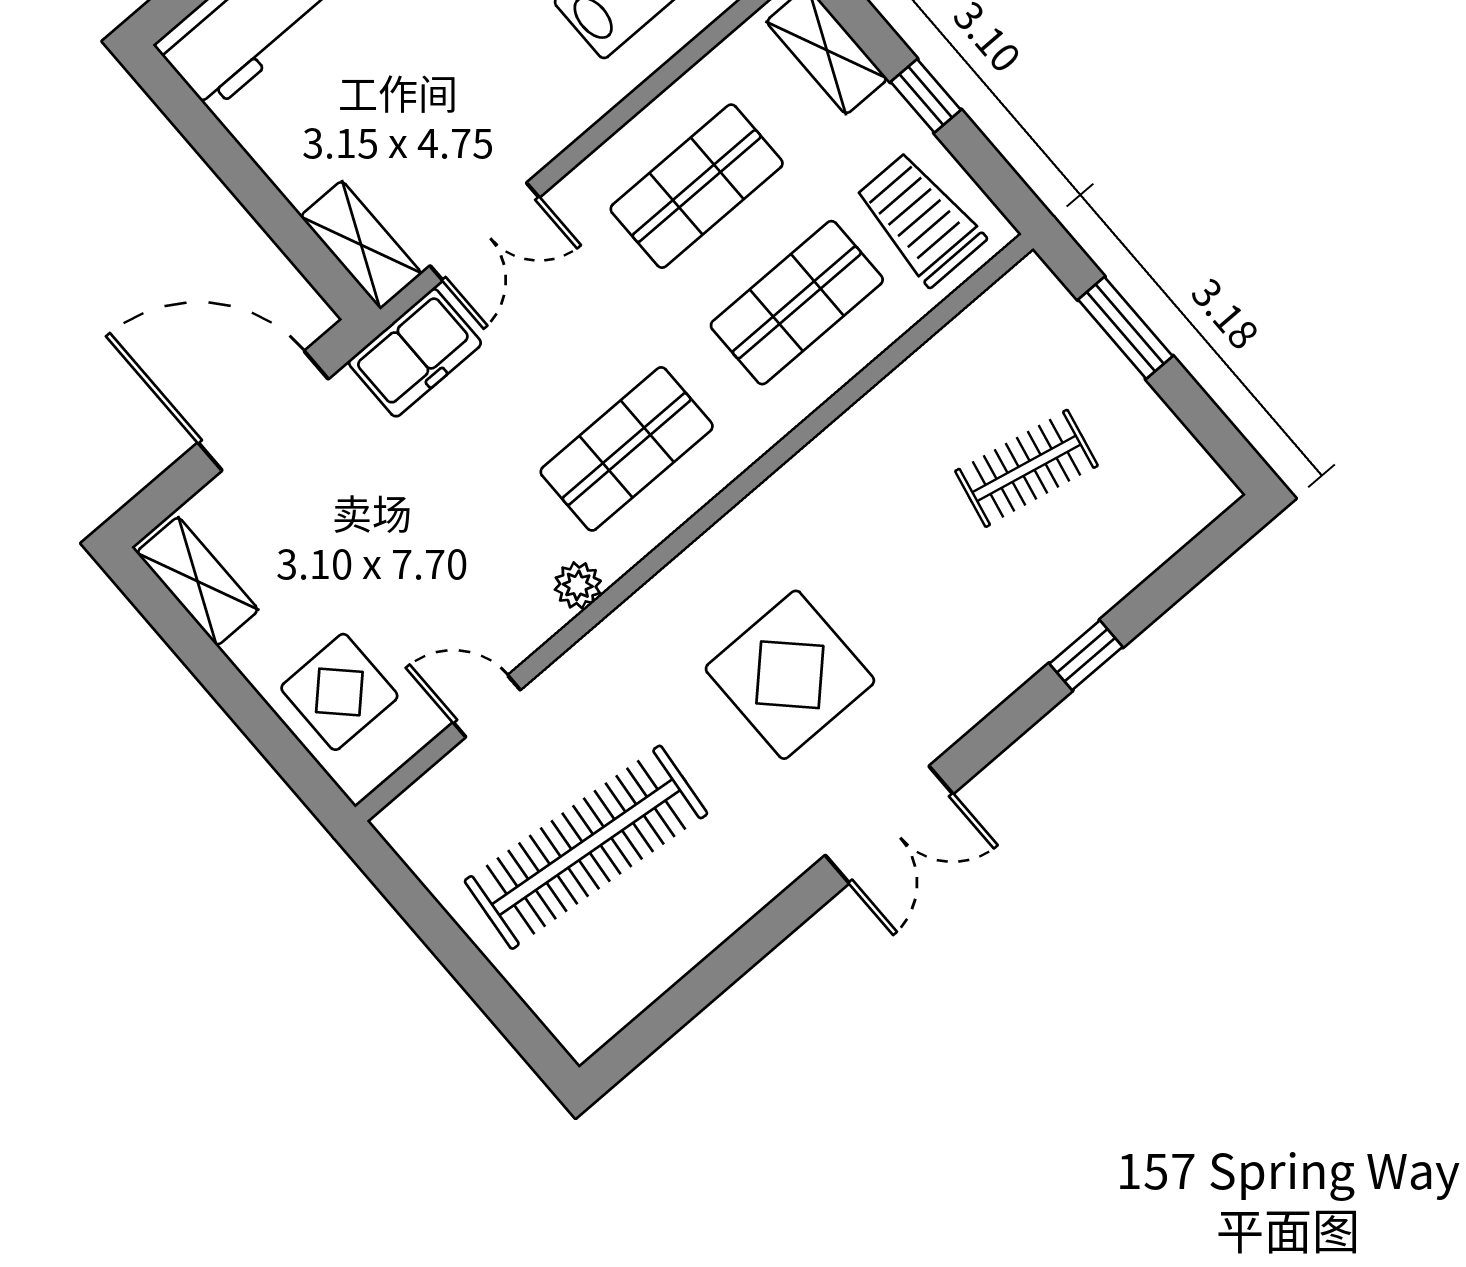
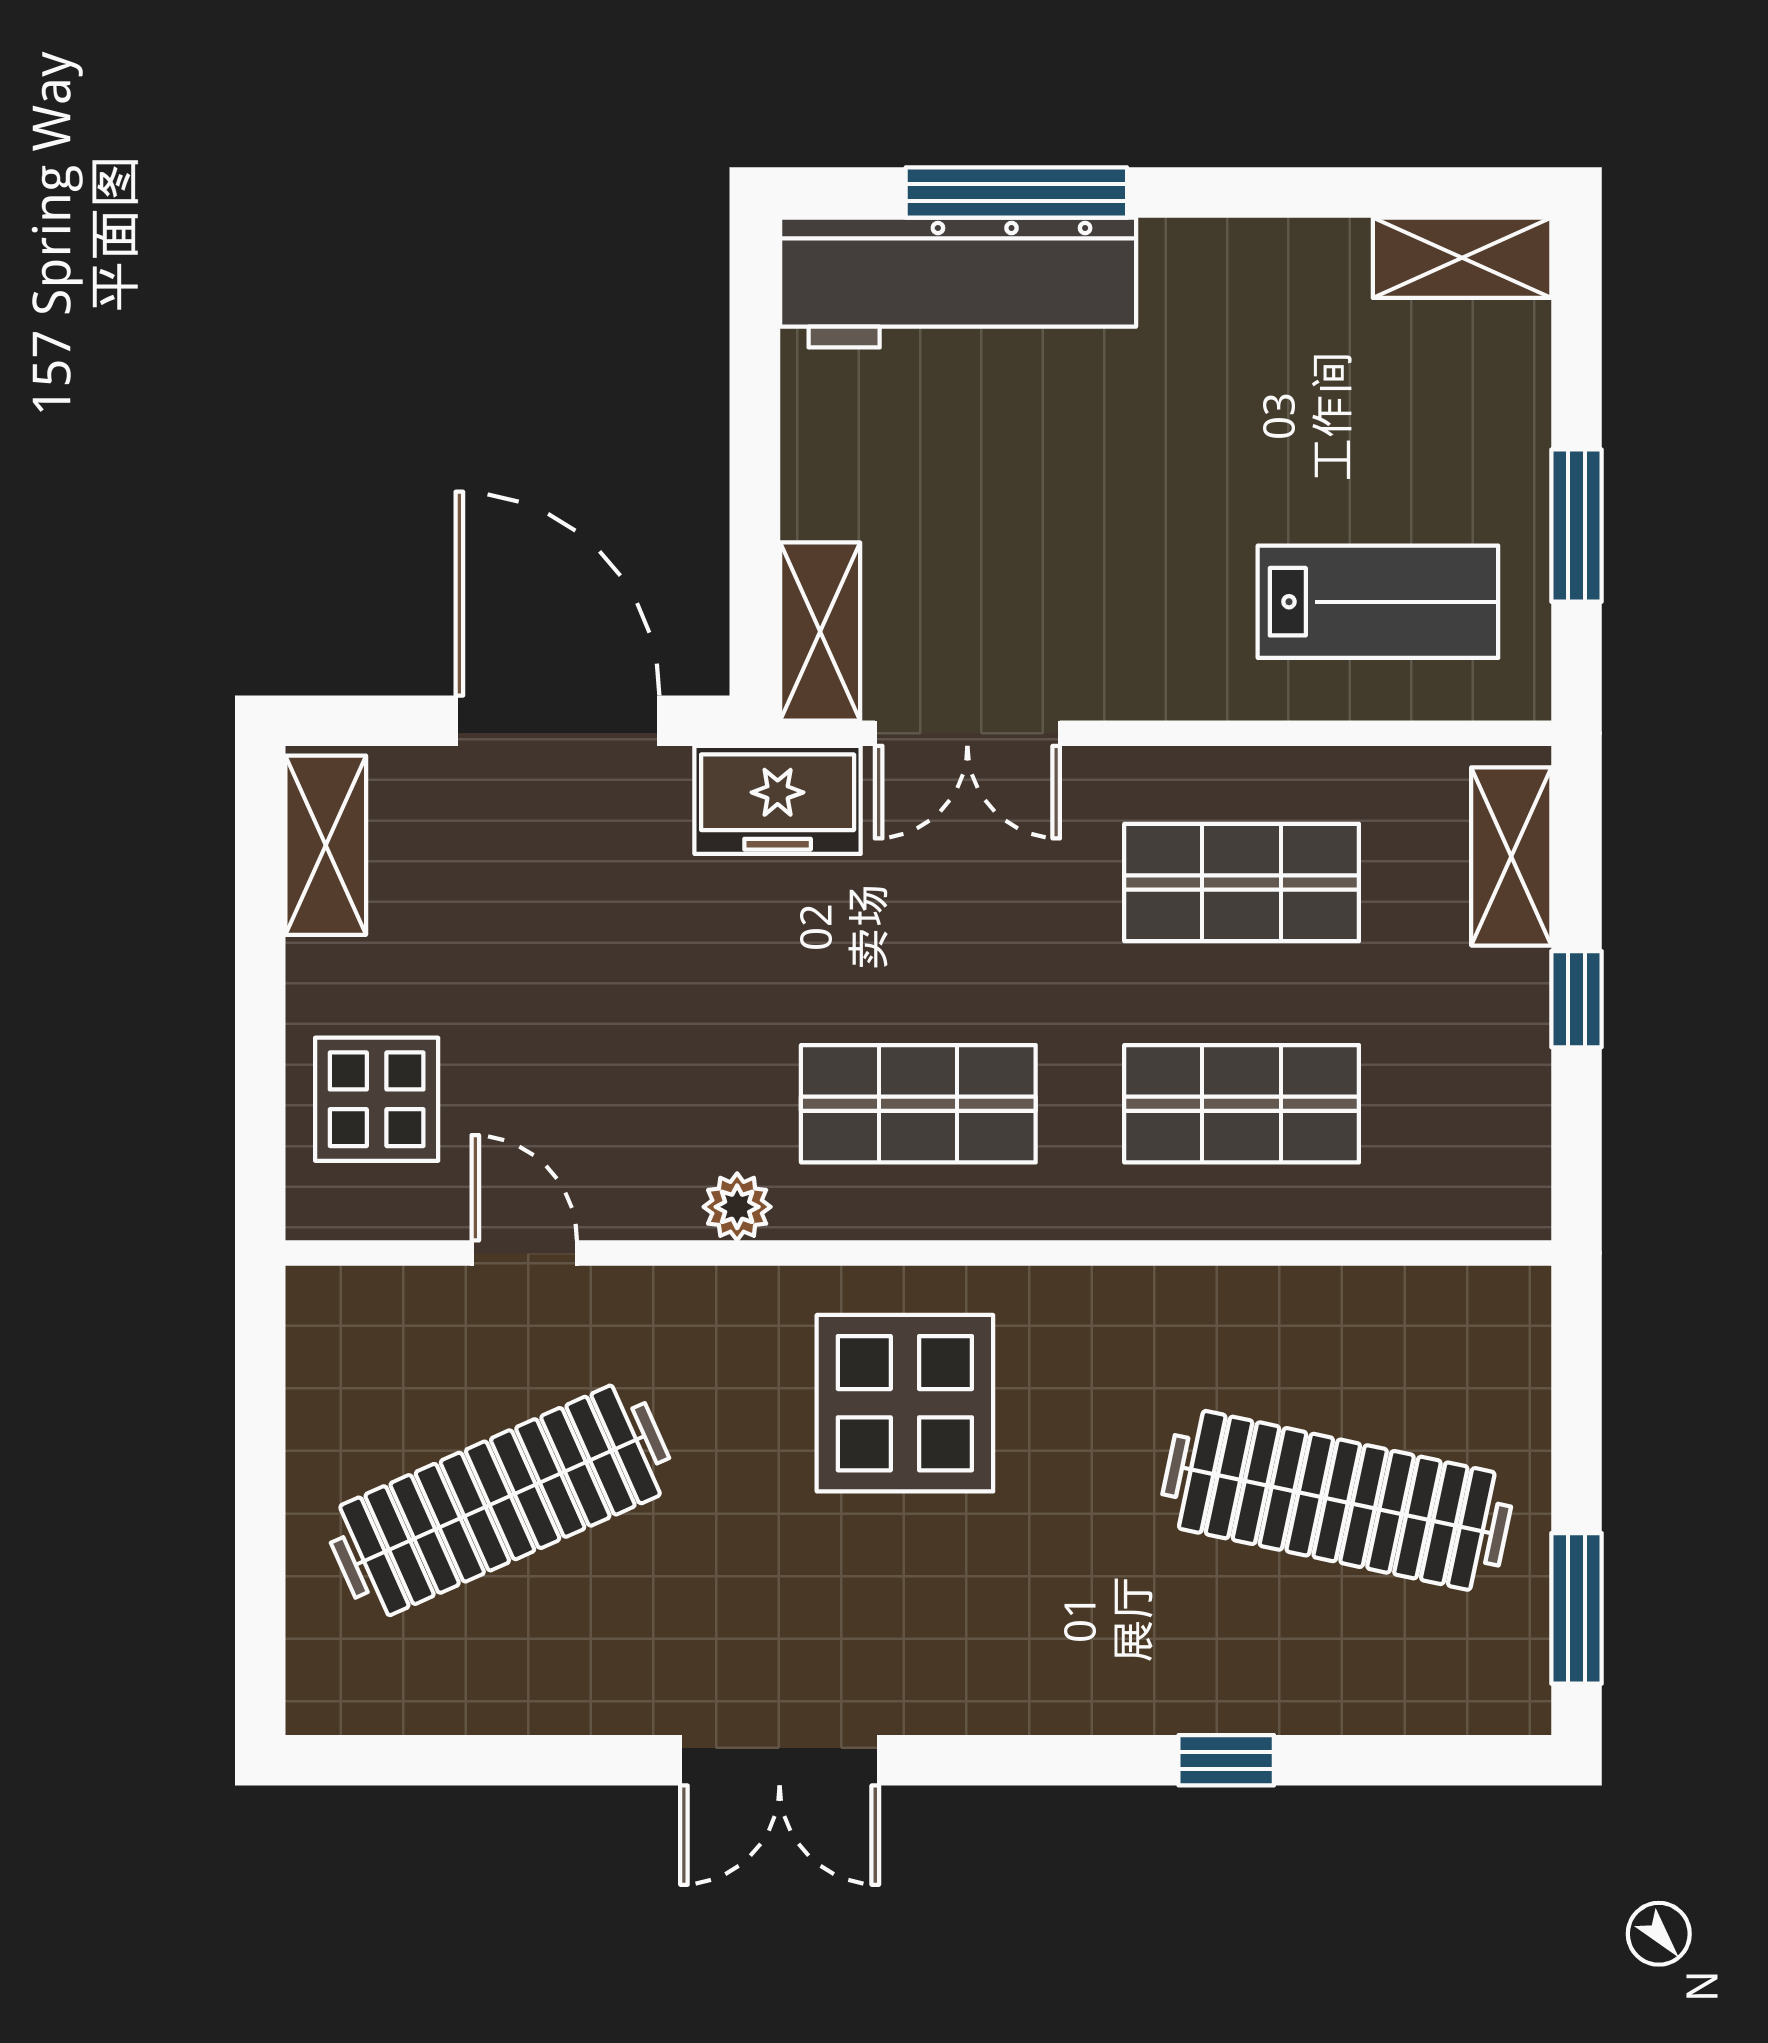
trolley: (920, 219) -> (1455, 1128), removed
window: (1125, 328) -> (1576, 1608), moved
clothes rail: (1026, 468) -> (1337, 1500), width x1.86, depth x1.31
display table: (790, 675) -> (905, 1403), moved
double door: (889, 825) -> (780, 1760), moved
clothes rail: (586, 847) -> (500, 1500), turned -30

